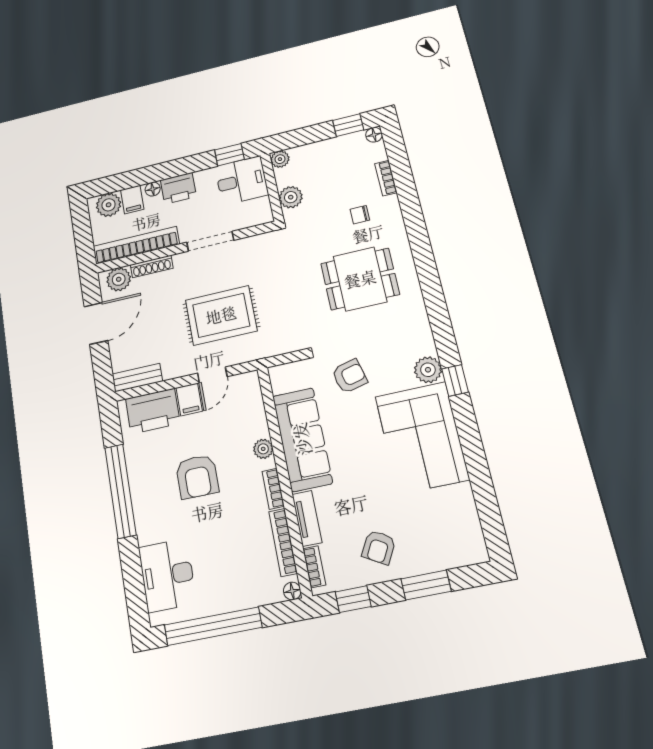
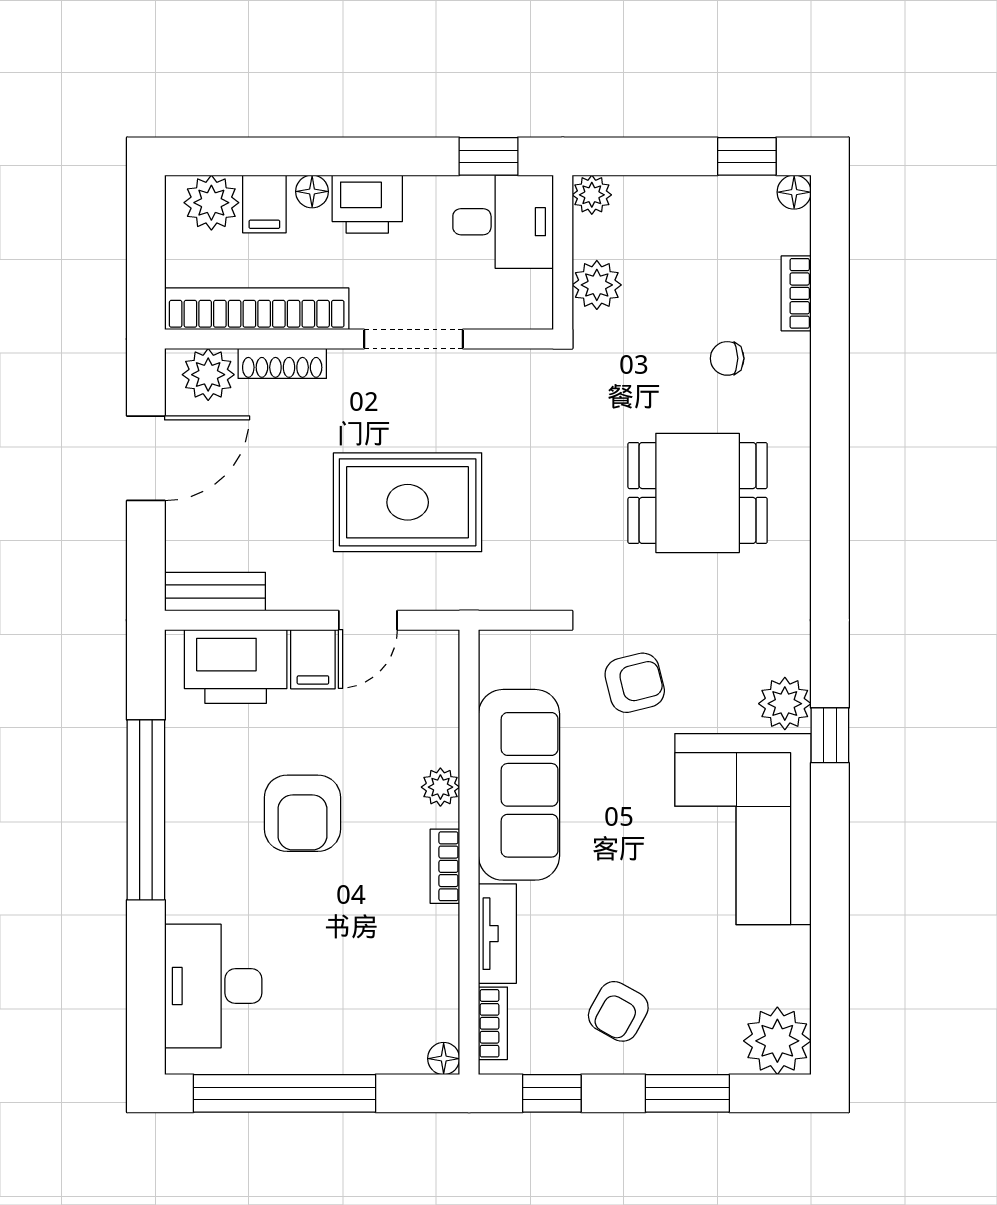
bookcase: (283, 542) -> (444, 968), removed
plant: (468, 546) -> (777, 1041), added

